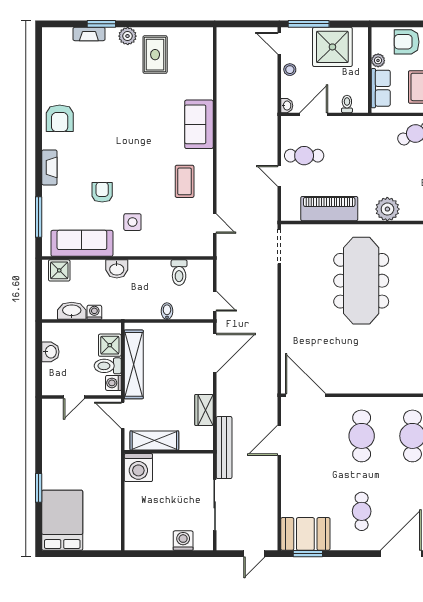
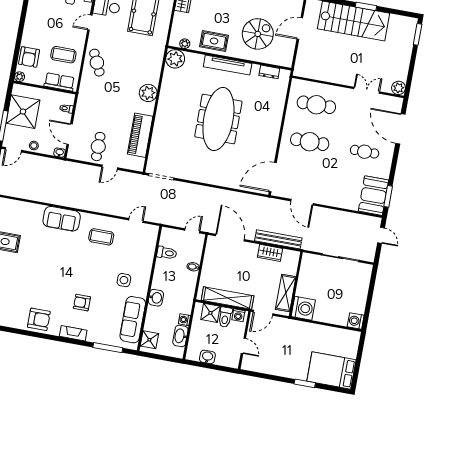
plant: (378, 60) -> (20, 77), moved
armchair: (102, 192) -> (82, 303), moved
meeting table: (361, 281) -> (218, 119), moved, turned 90
bench: (224, 448) -> (278, 239), moved
washing machine: (183, 541) -> (356, 321), moved

